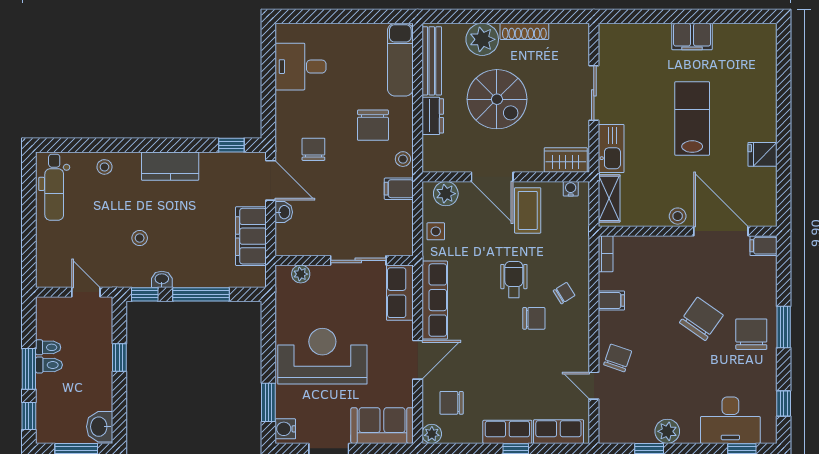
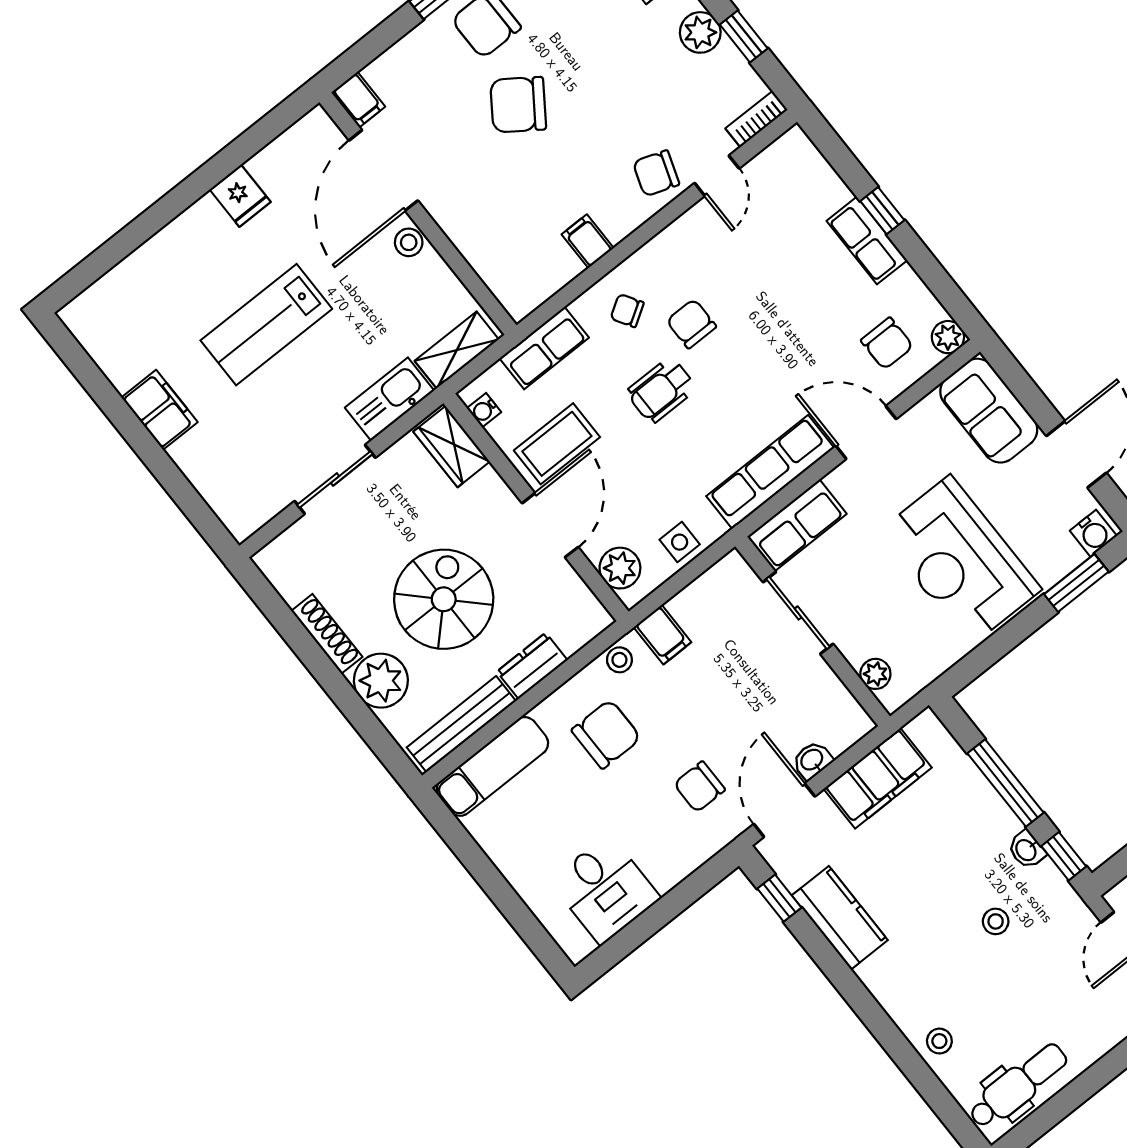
kitchen counter: (170, 166) -> (840, 918), moved
bookcase: (606, 254) -> (756, 119), moved
row of seats: (558, 432) -> (544, 348), moved, turned -90

